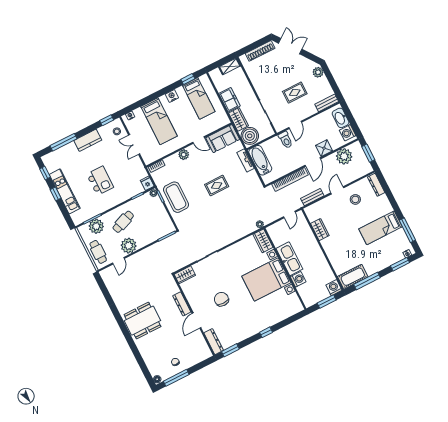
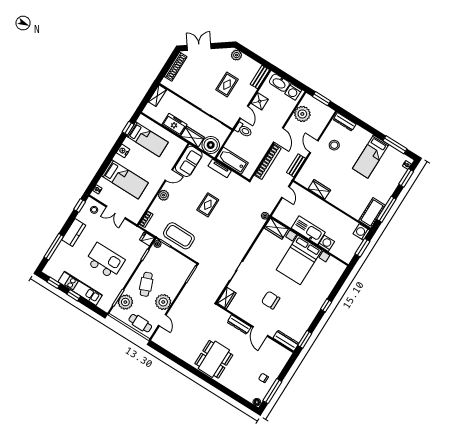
shower: (324, 148) -> (260, 101), moved
kitchen island: (100, 181) -> (105, 261), width x1.37, depth x1.28

